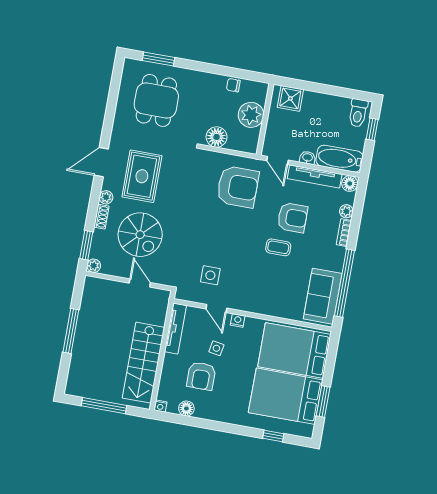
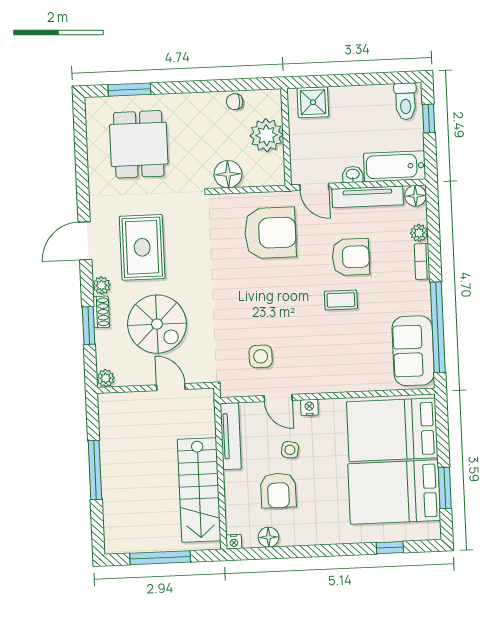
window: (86, 245) -> (89, 326), moved

